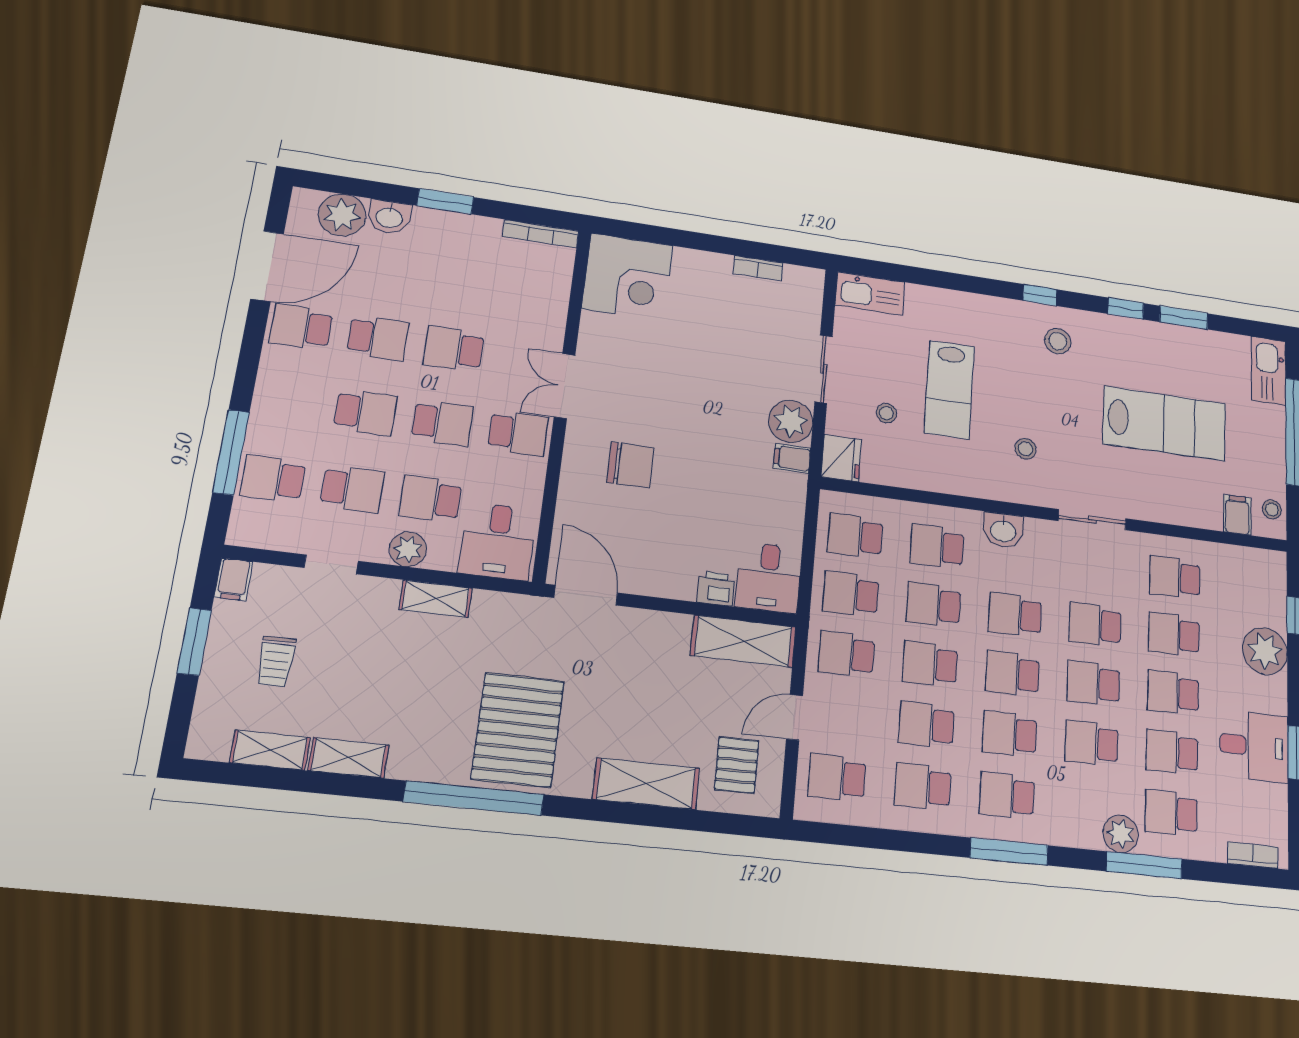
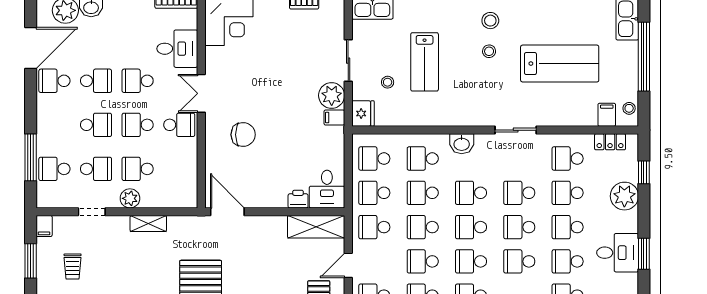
school desk: (442, 423) -> (138, 125), turned 180
stool: (1025, 449) -> (489, 51), moved
desk: (498, 541) -> (177, 49), moved, turned -90
locker: (1242, 559) -> (610, 142), added

